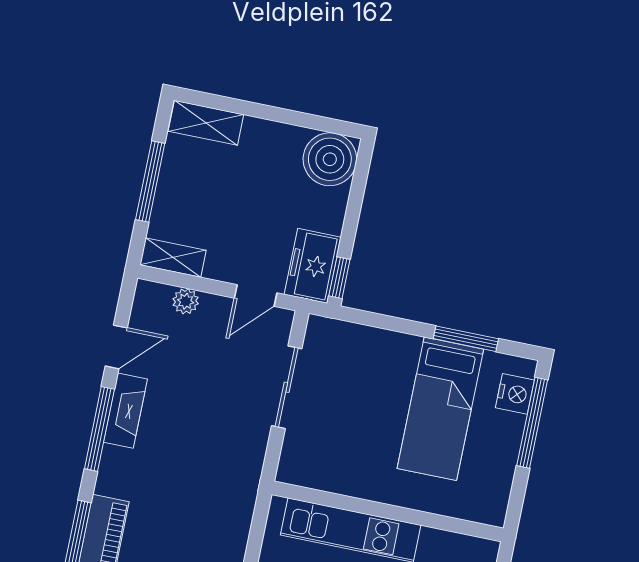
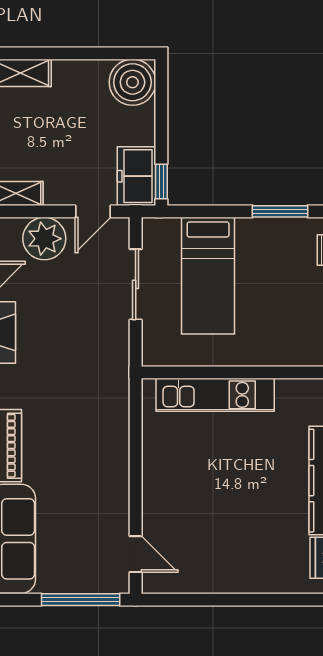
plant: (186, 301) -> (44, 239), width x1.87, depth x1.87
bed: (440, 409) -> (208, 276), moved

